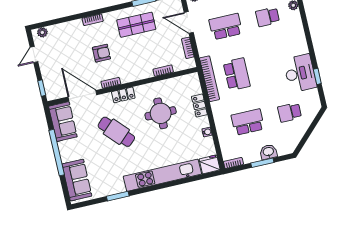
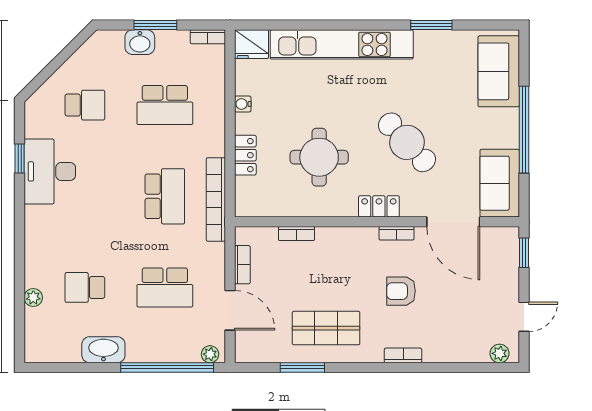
school desk: (268, 17) -> (85, 287), turned 180
school desk: (237, 74) -> (165, 196), turned 180

